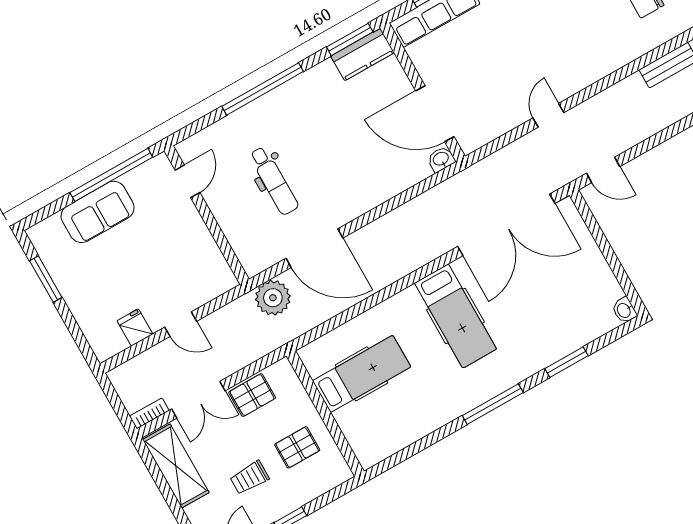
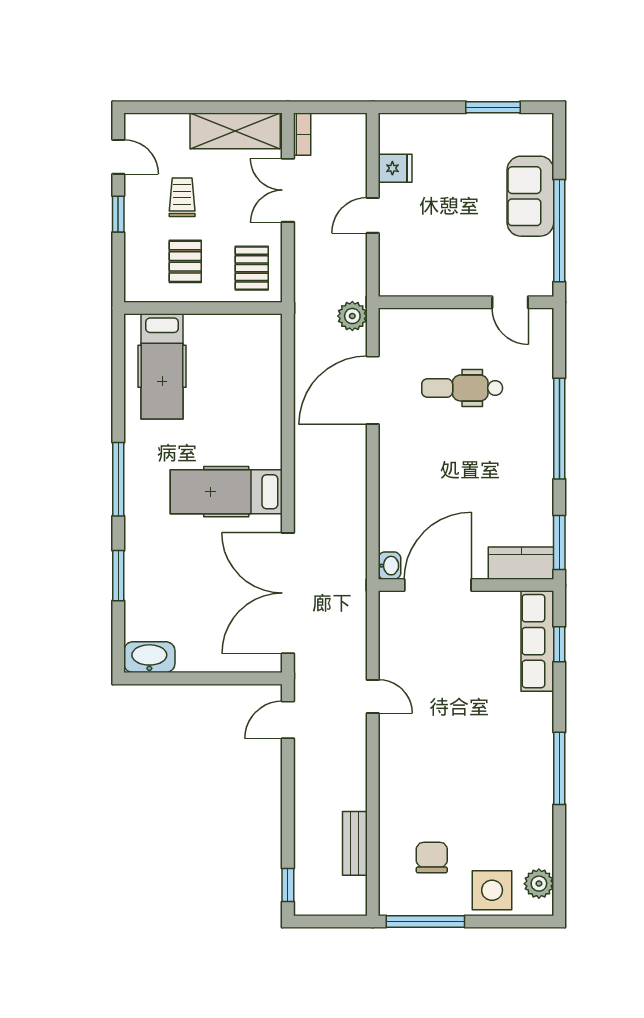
kitchen counter: (363, 54) -> (521, 563), moved, turned 90
plant: (273, 298) -> (352, 316), width x0.73, depth x0.73
washbasin: (624, 310) -> (149, 657), width x1.91, depth x1.45
hospital bed: (362, 374) -> (162, 366), moved
pallet: (252, 395) -> (252, 268), moved

